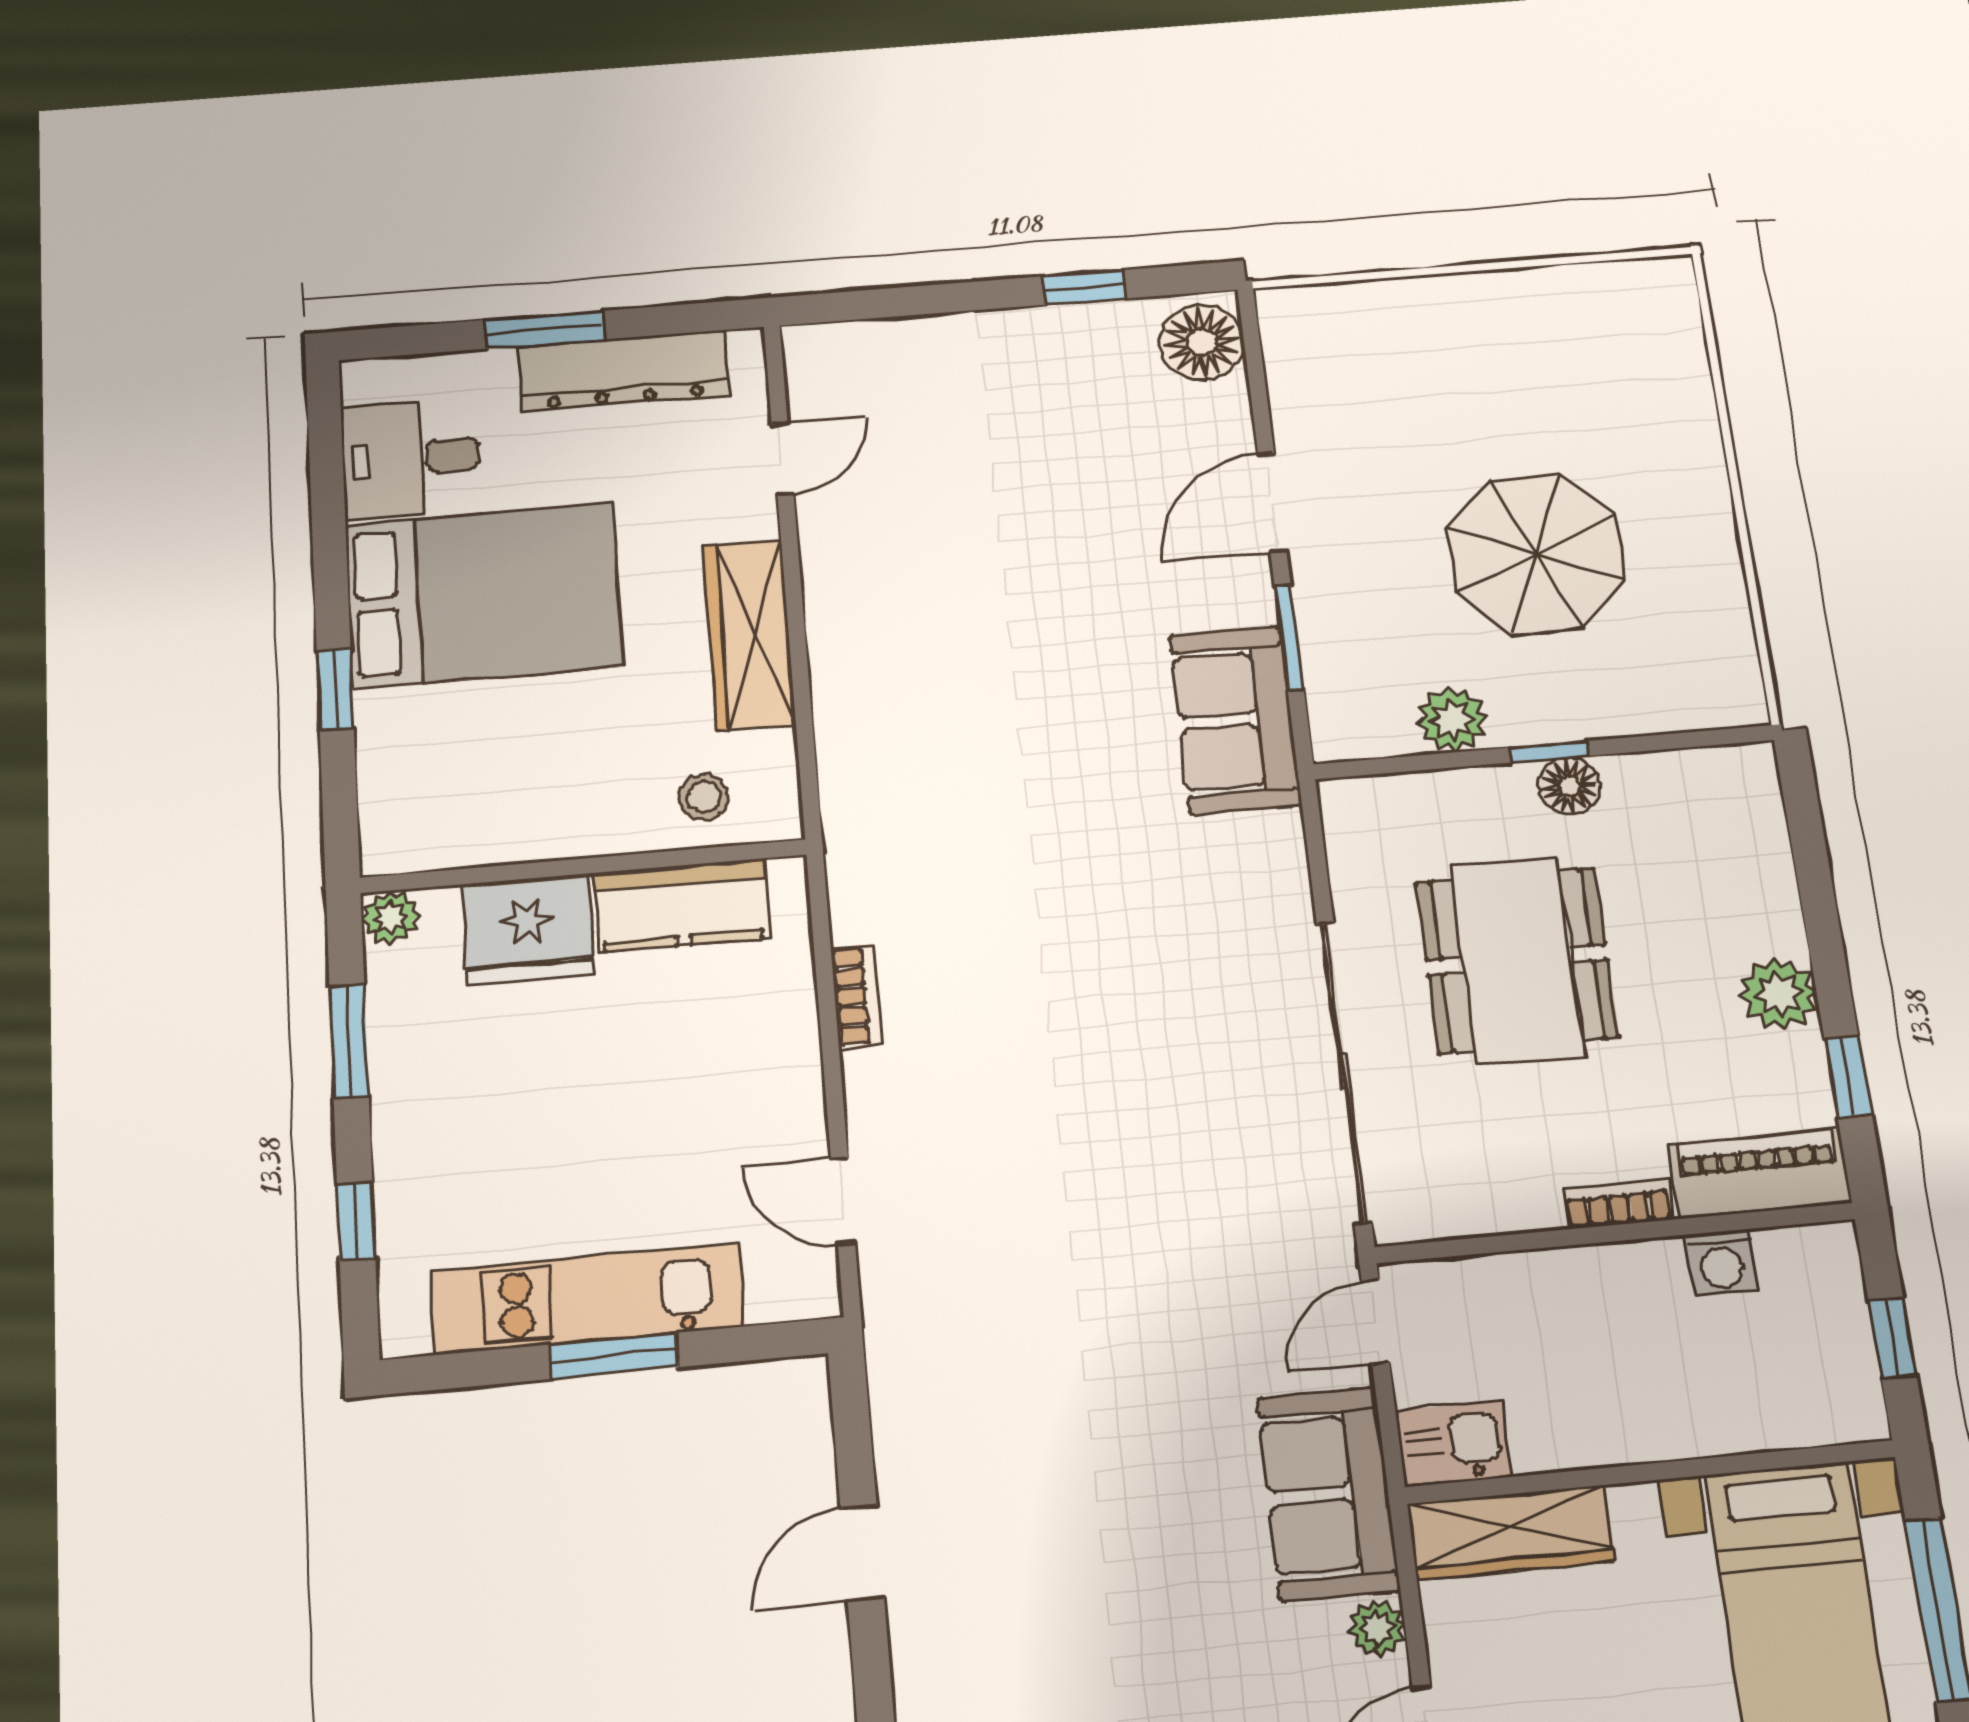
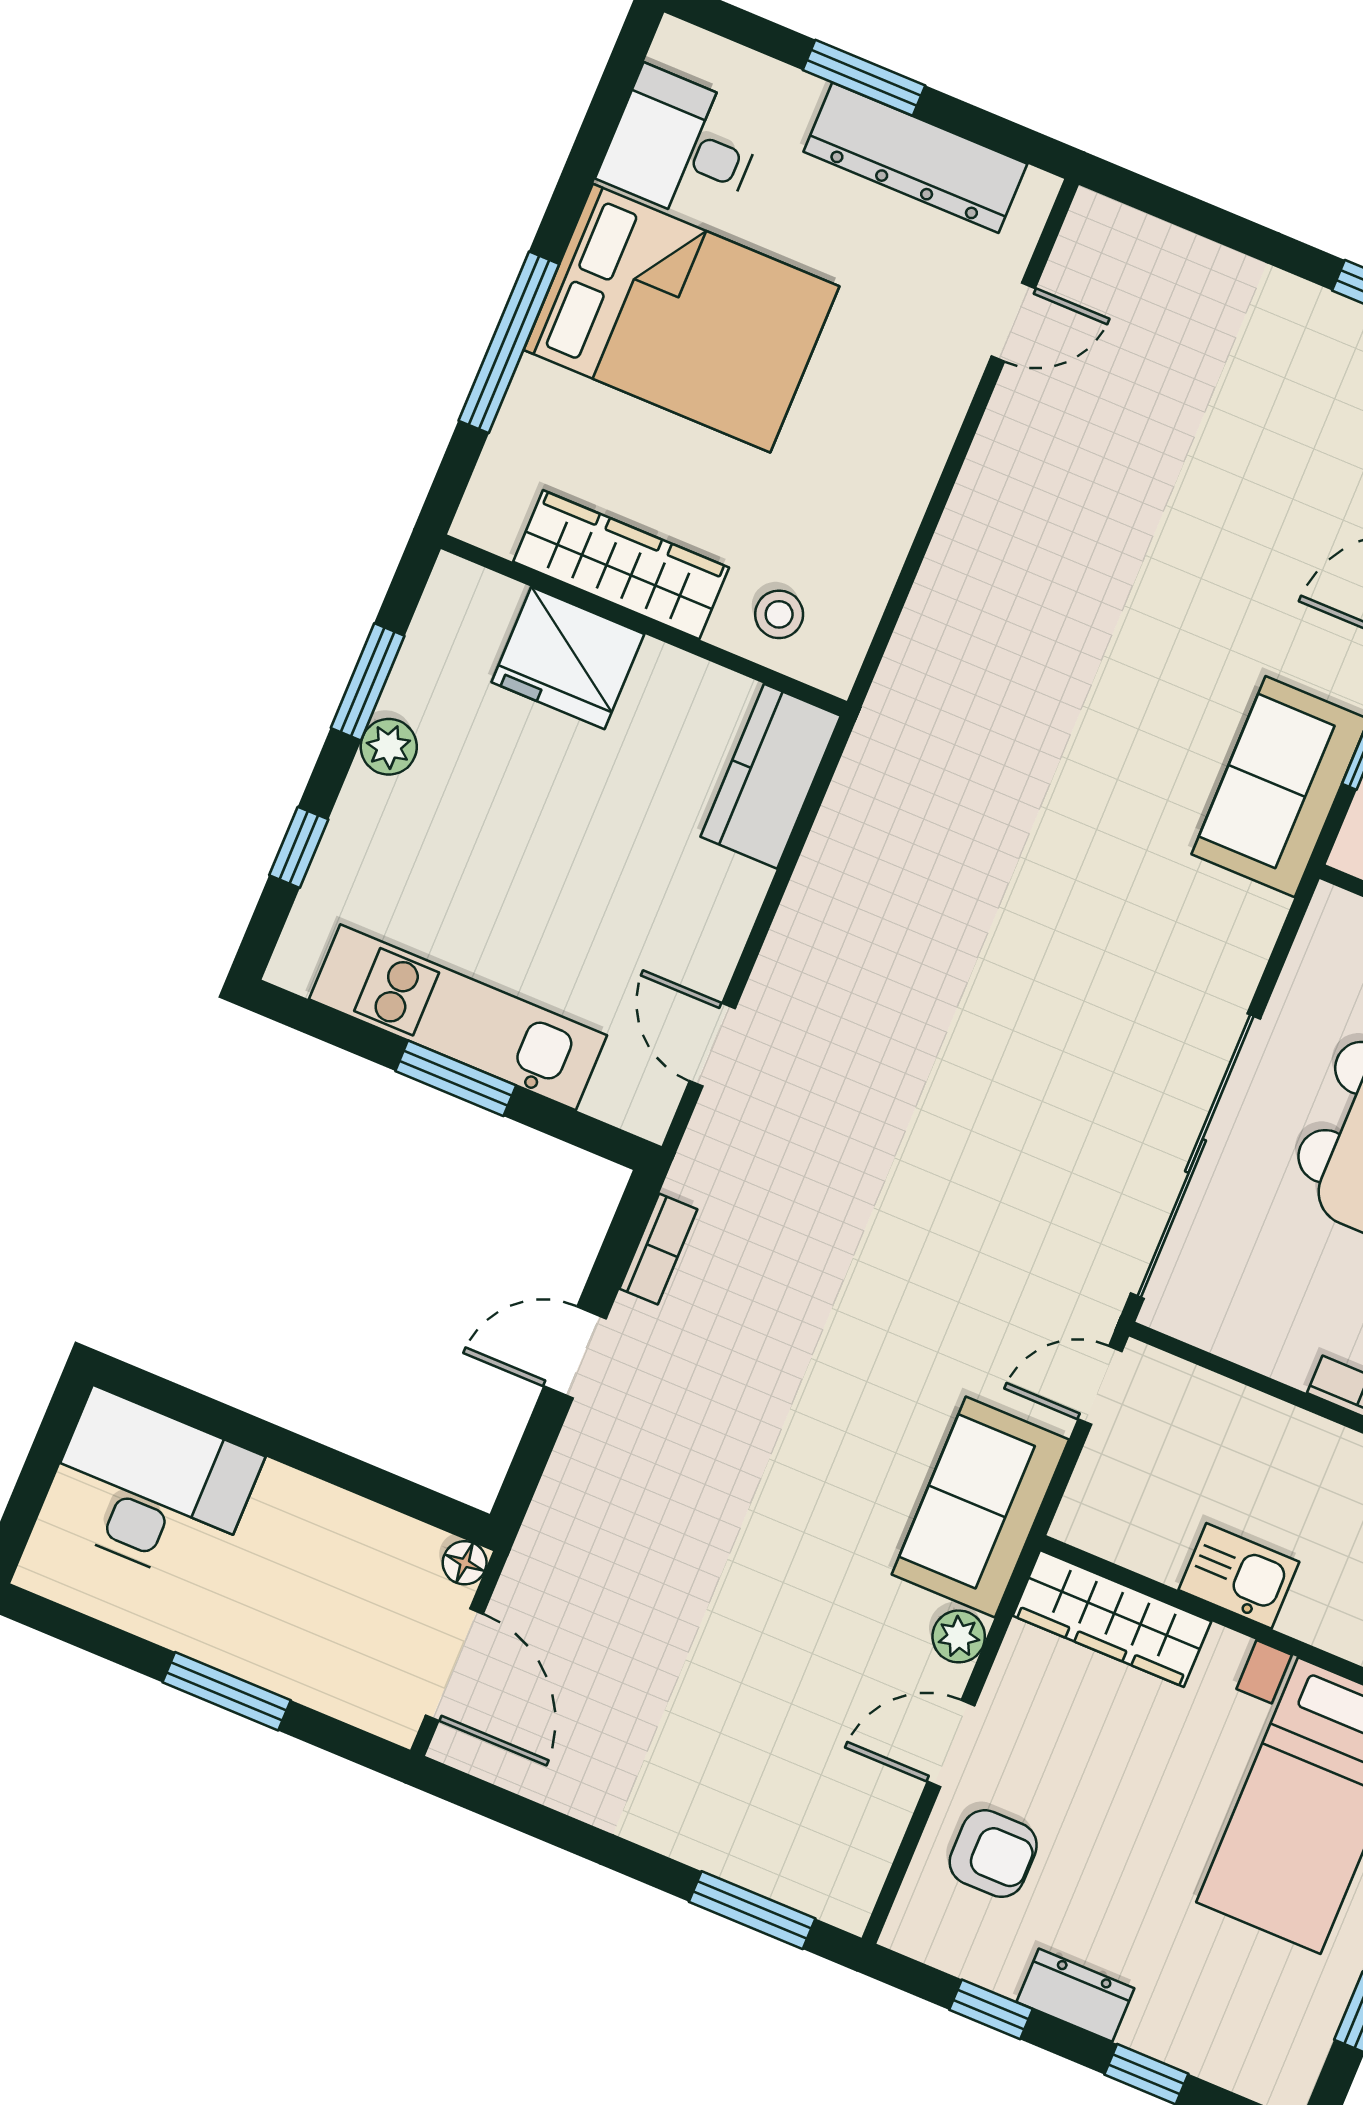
wardrobe: (749, 634) -> (621, 565), moved, turned 90
window: (335, 690) -> (509, 342), width x2.17
kitchen counter: (682, 905) -> (771, 776), moved, turned 90
plant: (390, 918) -> (389, 747), moved
bookcase: (856, 996) -> (658, 1249), moved
kitchen sink: (1454, 1444) -> (1239, 1576), moved

